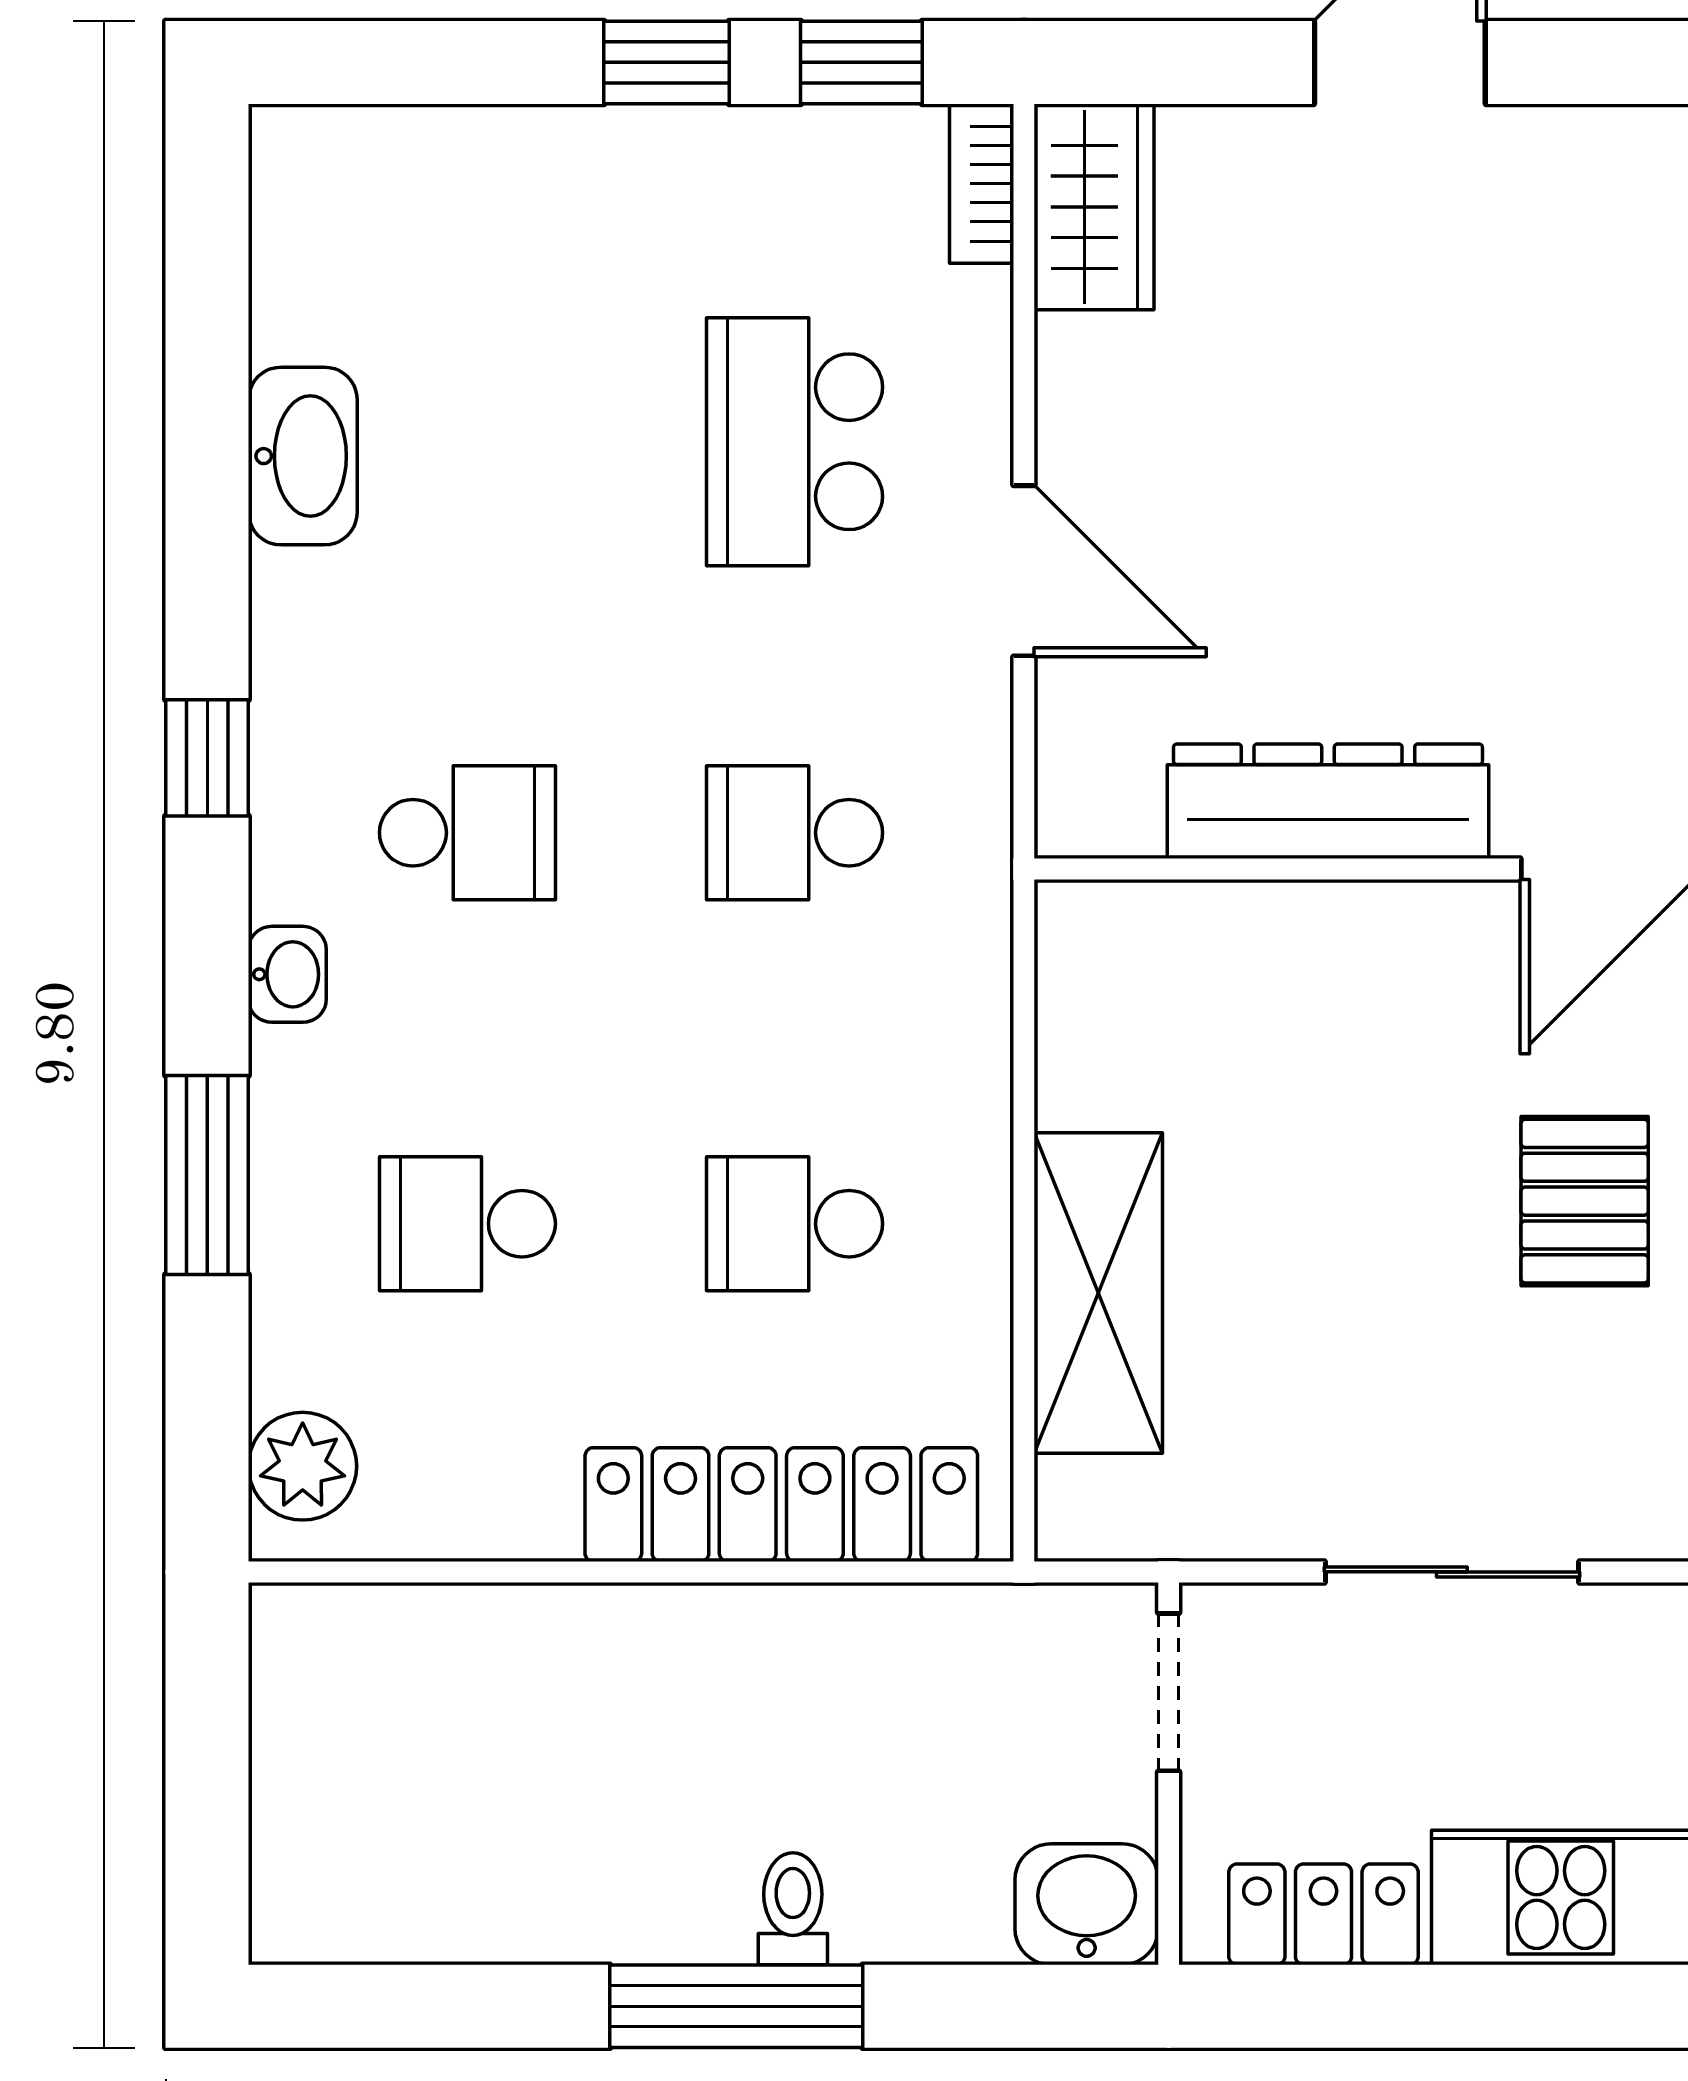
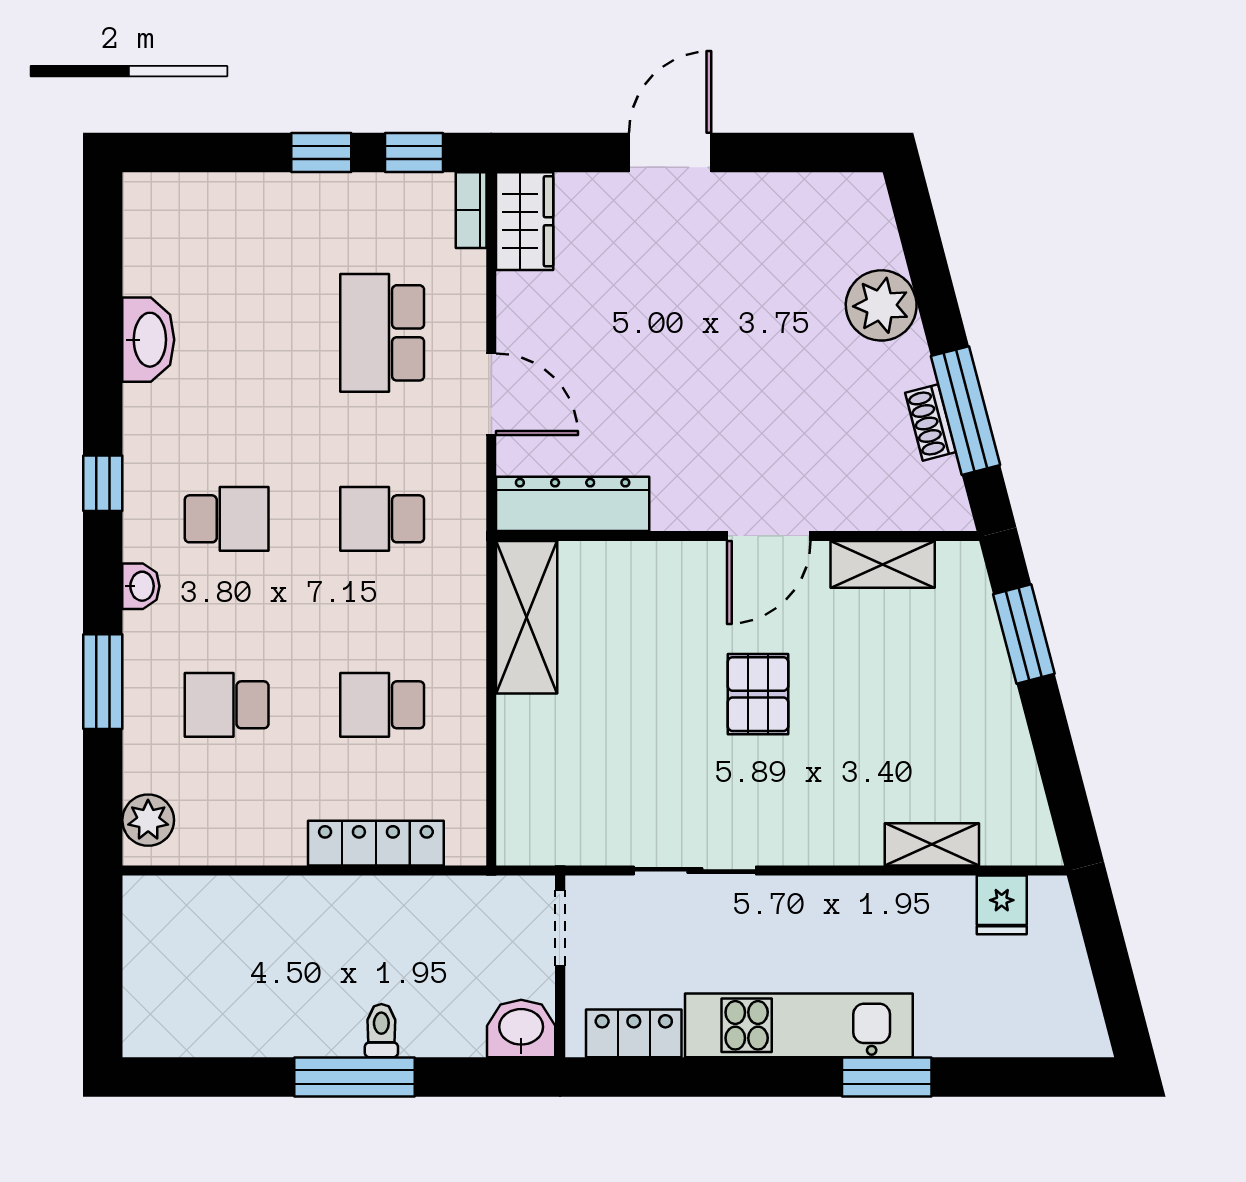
dresser: (1328, 801) -> (573, 504), moved
shelving: (1098, 1293) -> (527, 617), moved
locker: (781, 1505) -> (376, 843), width x0.71, depth x0.83

